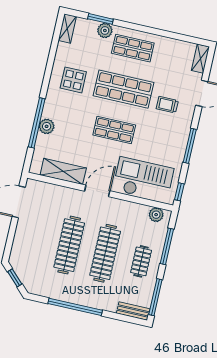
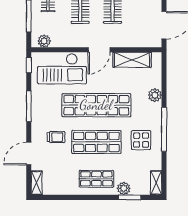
window: (37, 123) -> (164, 129), moved
shop shelf: (114, 130) -> (96, 105), width x2.00, depth x1.36

